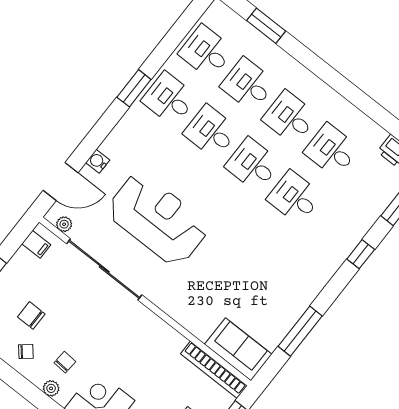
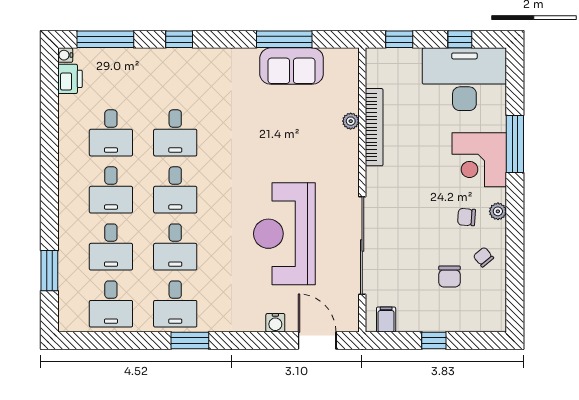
plant: (64, 224) -> (351, 121), moved
sofa: (238, 349) -> (292, 66), moved, turned -90
bookcase: (214, 370) -> (374, 127), moved

